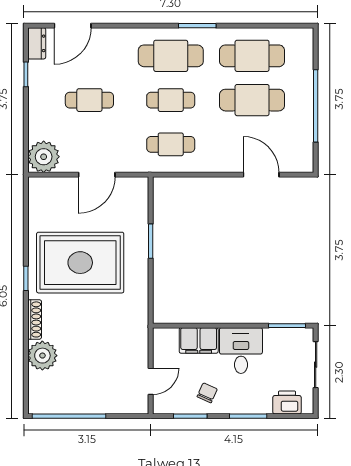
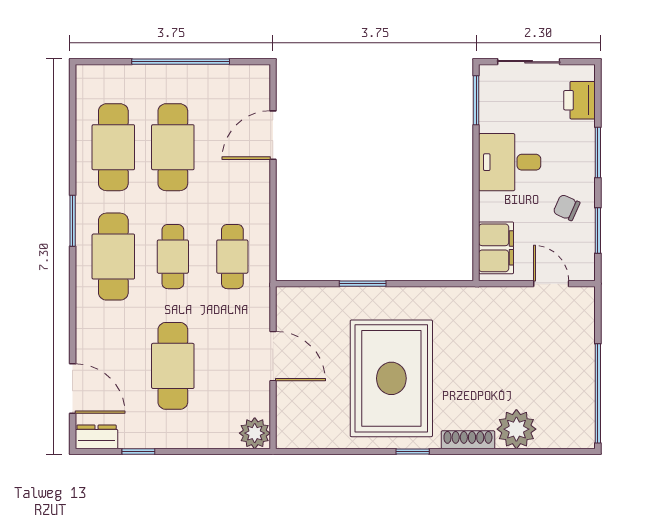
cafe table: (89, 100) -> (173, 366), width x1.37, depth x1.35
plant: (44, 157) -> (255, 433), width x0.73, depth x0.73
filing cabinet: (199, 340) -> (496, 248), moved

